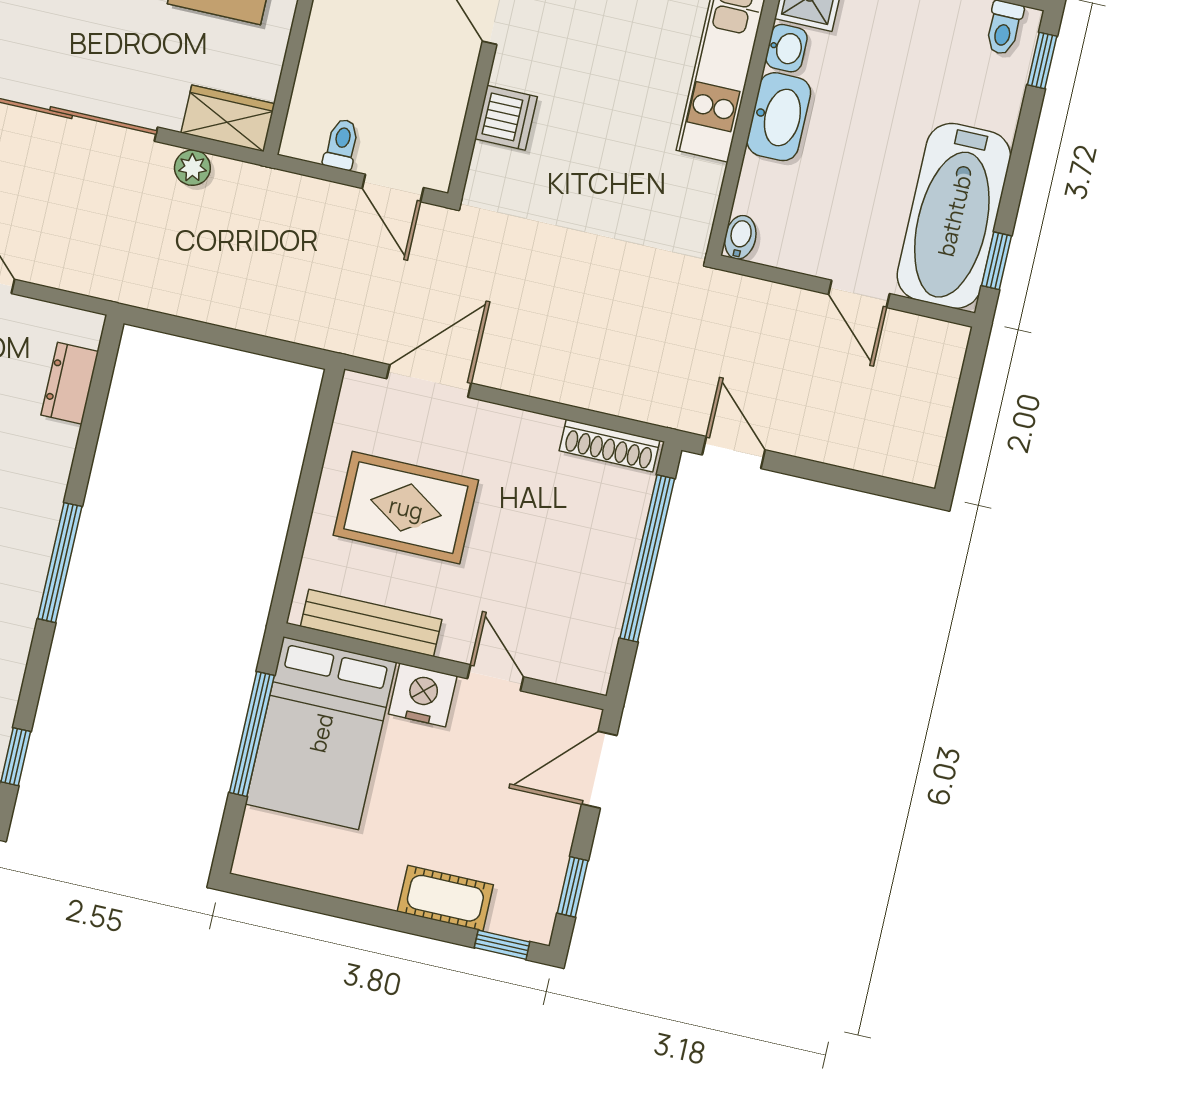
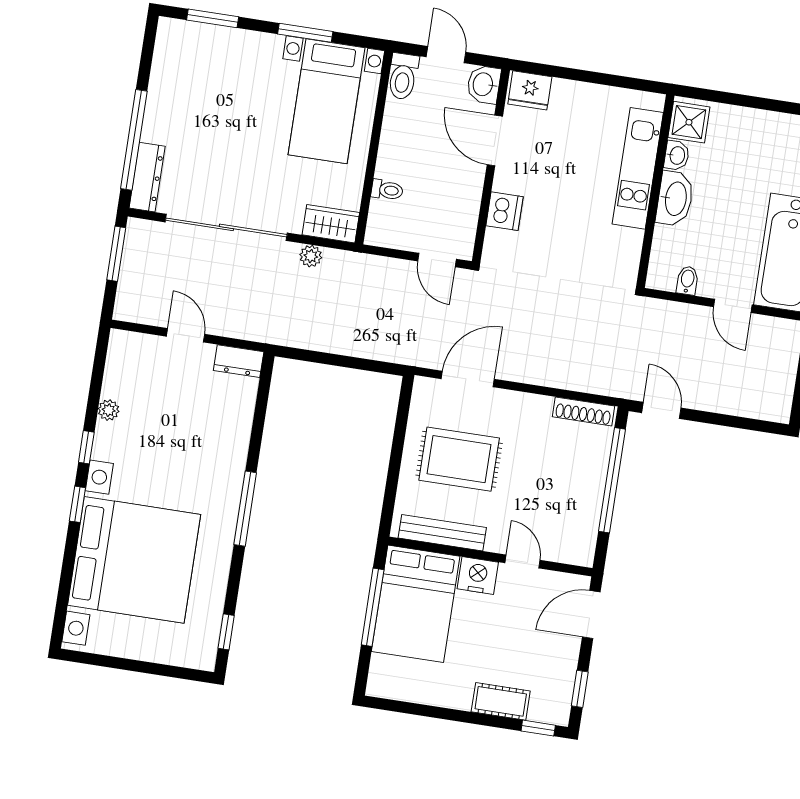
toilet: (342, 144) -> (387, 190), moved, turned 90
bidet: (740, 237) -> (687, 280), moved
dresser: (70, 383) -> (239, 361), moved, turned -90

